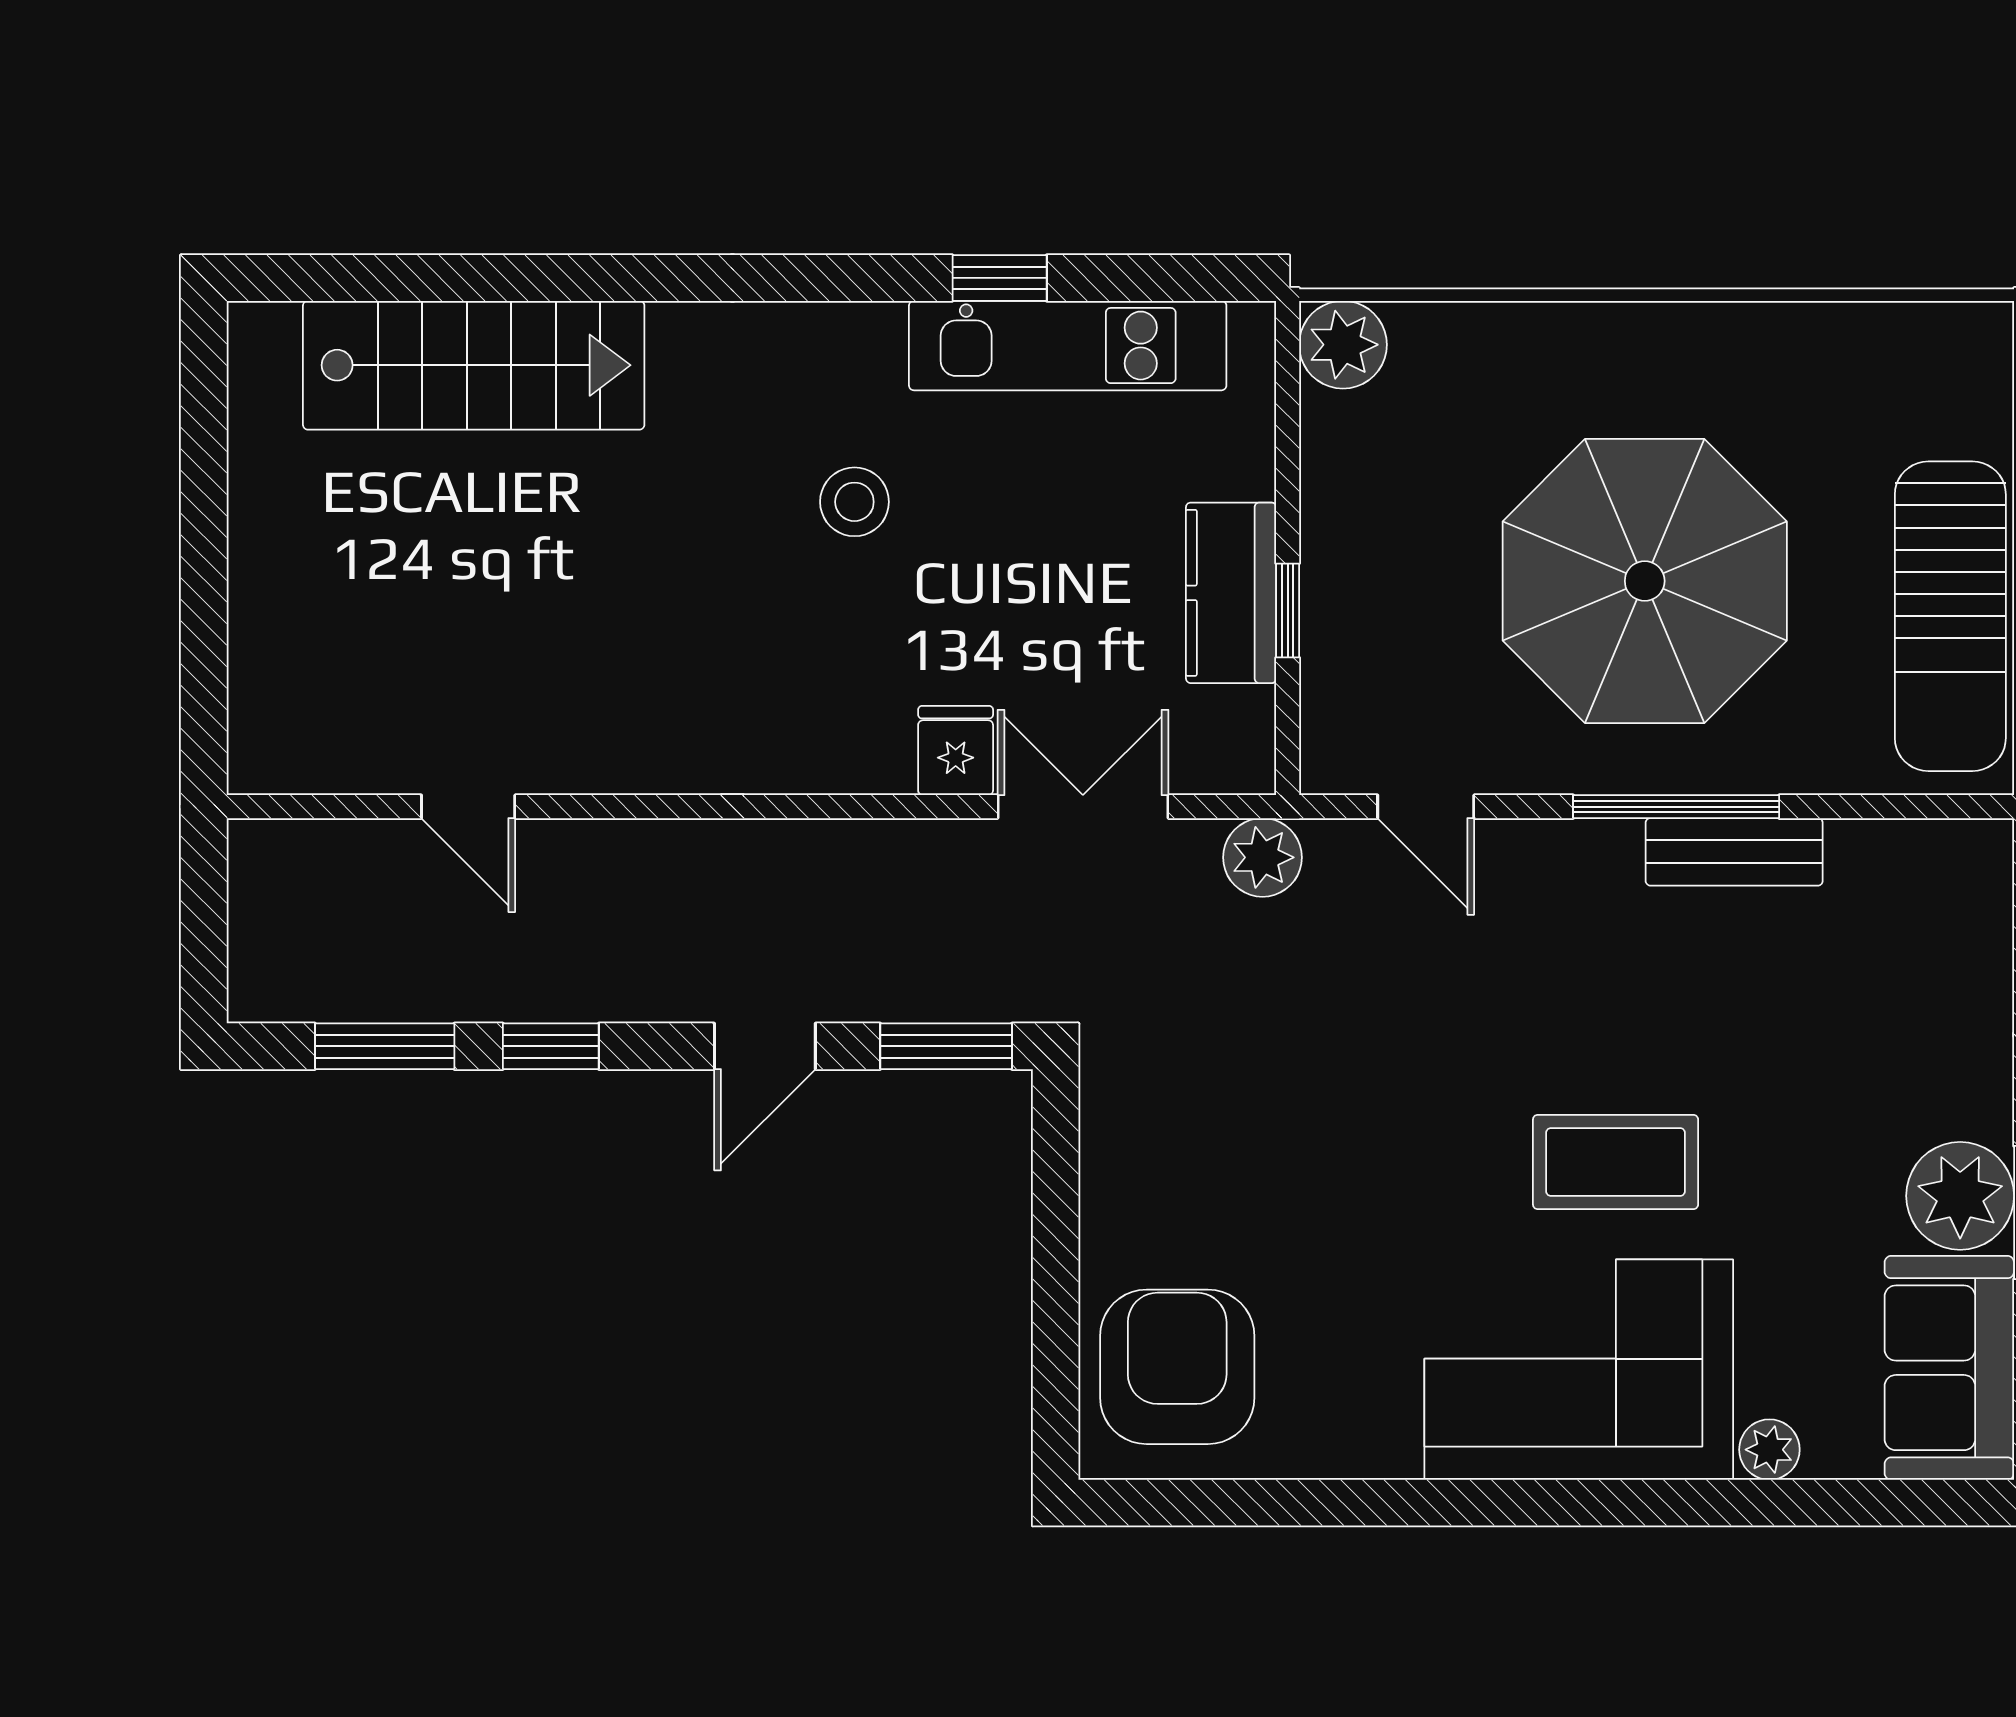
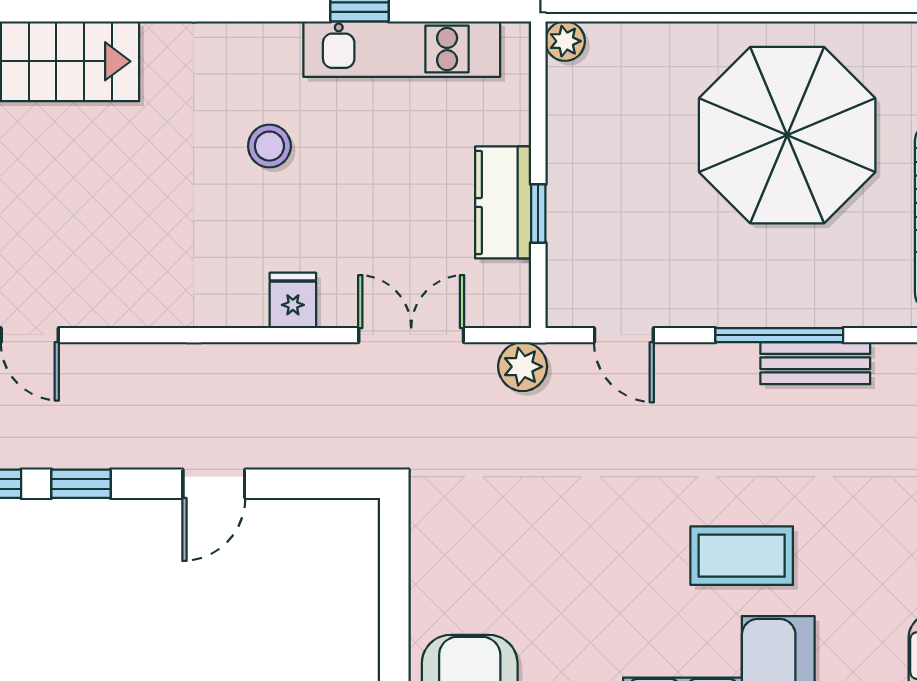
plant: (1343, 345) -> (565, 41), width x0.73, depth x0.73
parasol: (1645, 581) -> (787, 135), moved
fridge: (956, 751) -> (293, 300), moved
window: (946, 1046) -> (326, 484), removed

